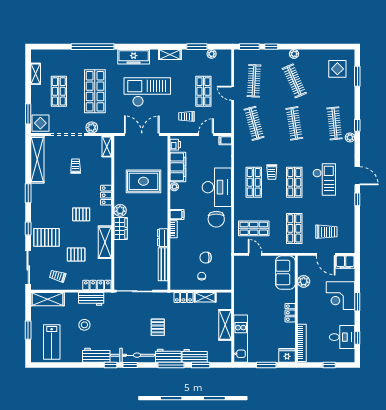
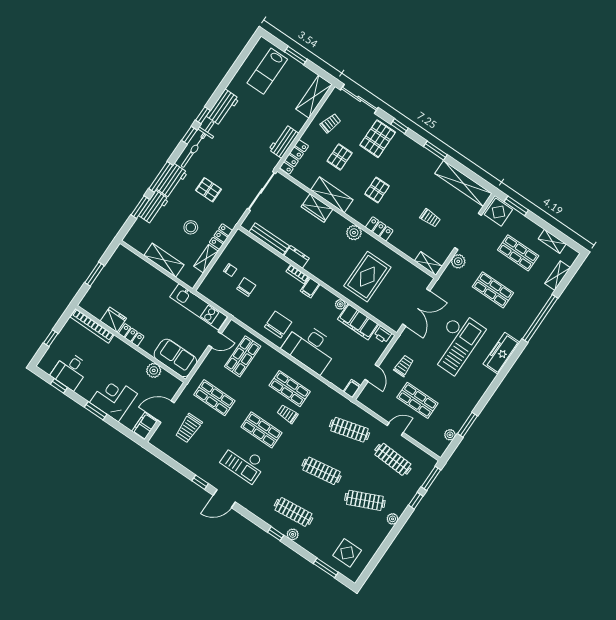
shelving: (170, 54) -> (558, 276), moved
shop shelf: (95, 91) -> (493, 290), width x0.70, depth x0.74
plant: (350, 137) -> (293, 534), moved
chair: (216, 219) -> (278, 325), turned 90
wardrobe: (121, 228) -> (317, 208), moved
stool: (84, 325) -> (191, 227), moved
kitchen unit: (241, 339) -> (199, 307), moved
lab bench: (52, 342) -> (267, 71), turned -90
fridge: (287, 355) -> (113, 320), moved, turned -90

